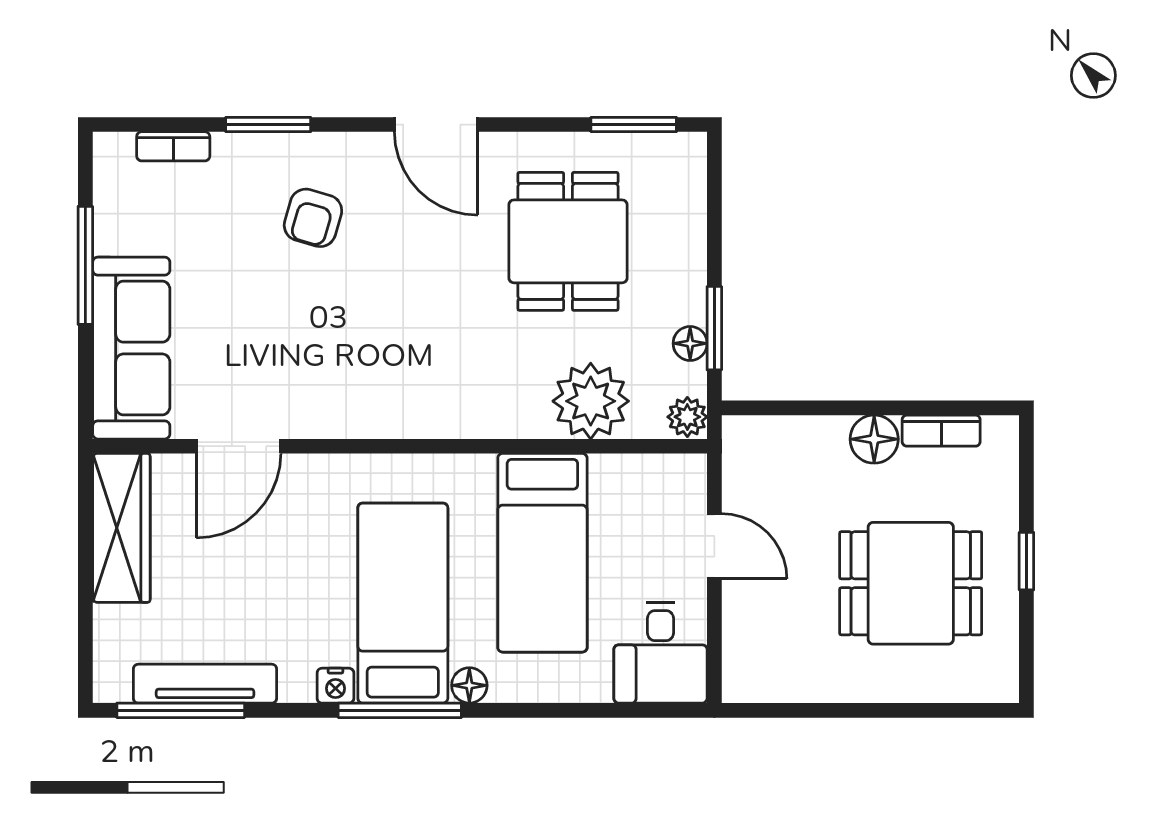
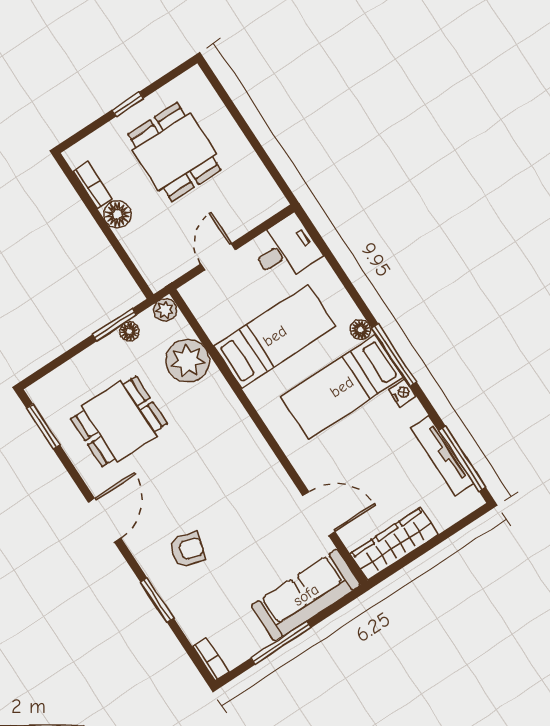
bookcase: (173, 146) -> (211, 659), moved

